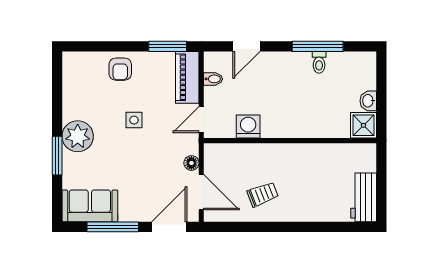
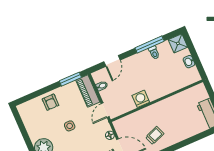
shower: (363, 125) -> (178, 43), moved
washing machine: (248, 126) -> (141, 99), moved

